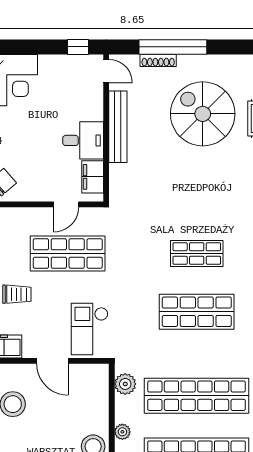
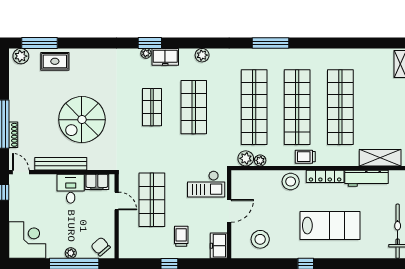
door: (106, 71) -> (21, 172), hinge flipped
spiral stairs: (203, 114) -> (82, 120), moved
plant: (122, 432) -> (260, 160), moved

